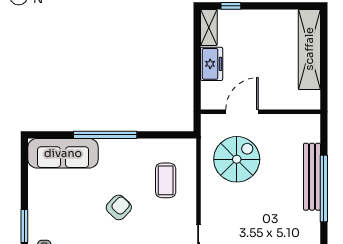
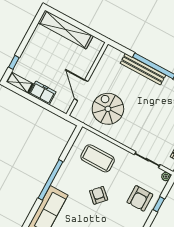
coffee table: (166, 180) -> (98, 158), width x1.36, depth x1.32

